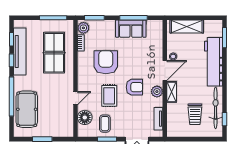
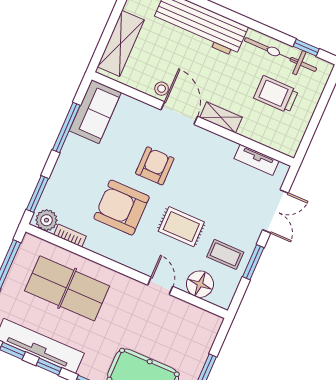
sofa: (131, 29) -> (95, 112), moved
armchair: (134, 87) -> (155, 166), moved
plant: (157, 92) -> (209, 142), removed
trolley: (195, 114) -> (276, 94), turned 180

